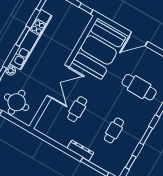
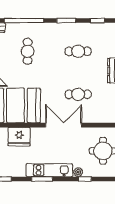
fridge: (70, 38) -> (19, 137), added
kitchen unit: (31, 40) -> (49, 170), width x0.73
cafe table: (139, 87) -> (28, 51), width x0.73, depth x0.74

